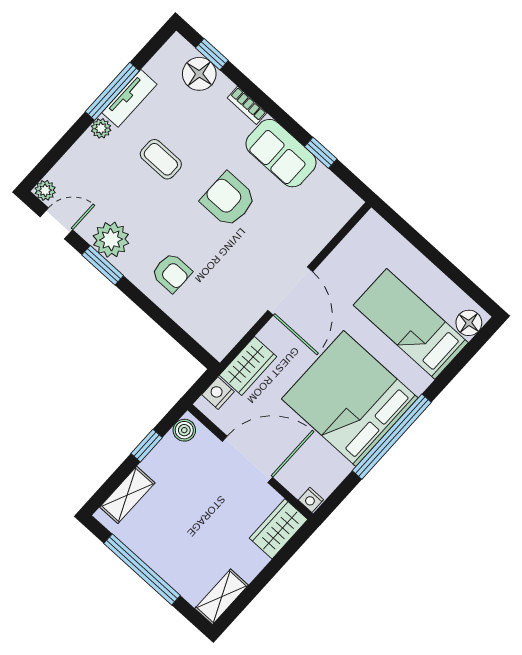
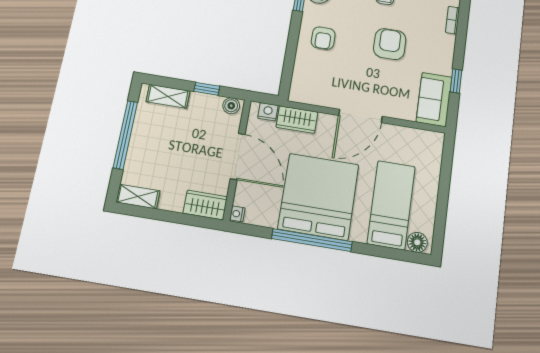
sofa: (281, 153) -> (434, 100), moved

